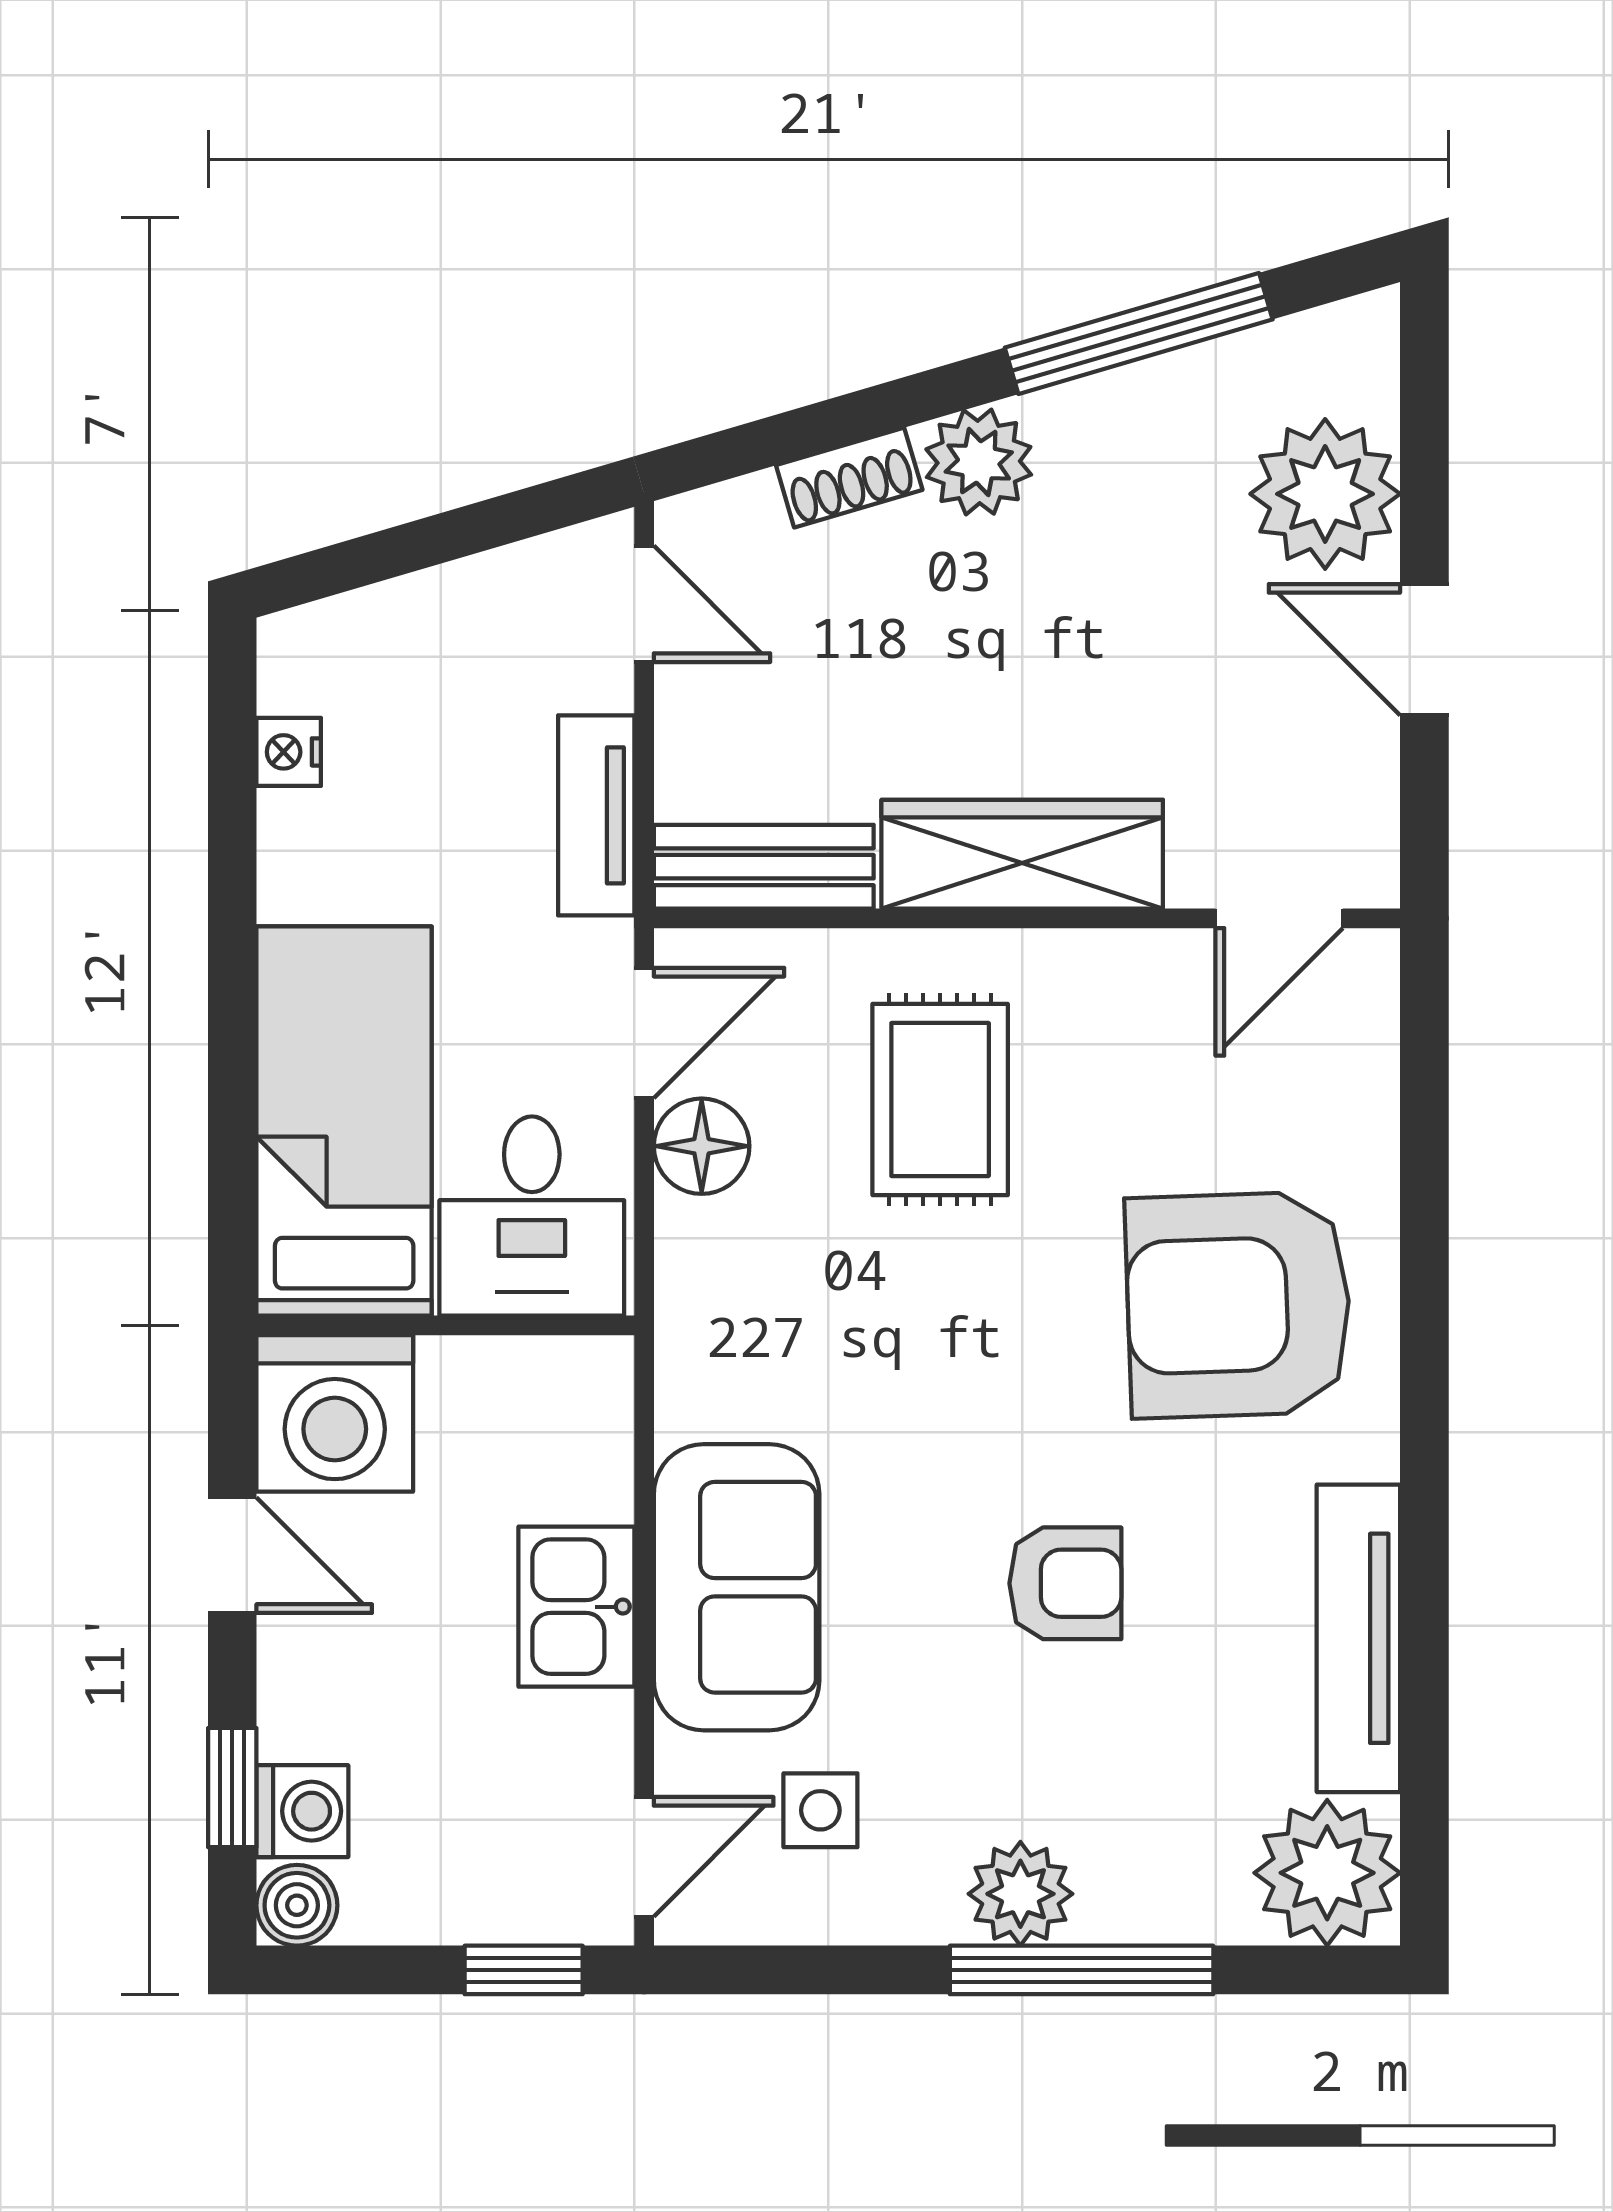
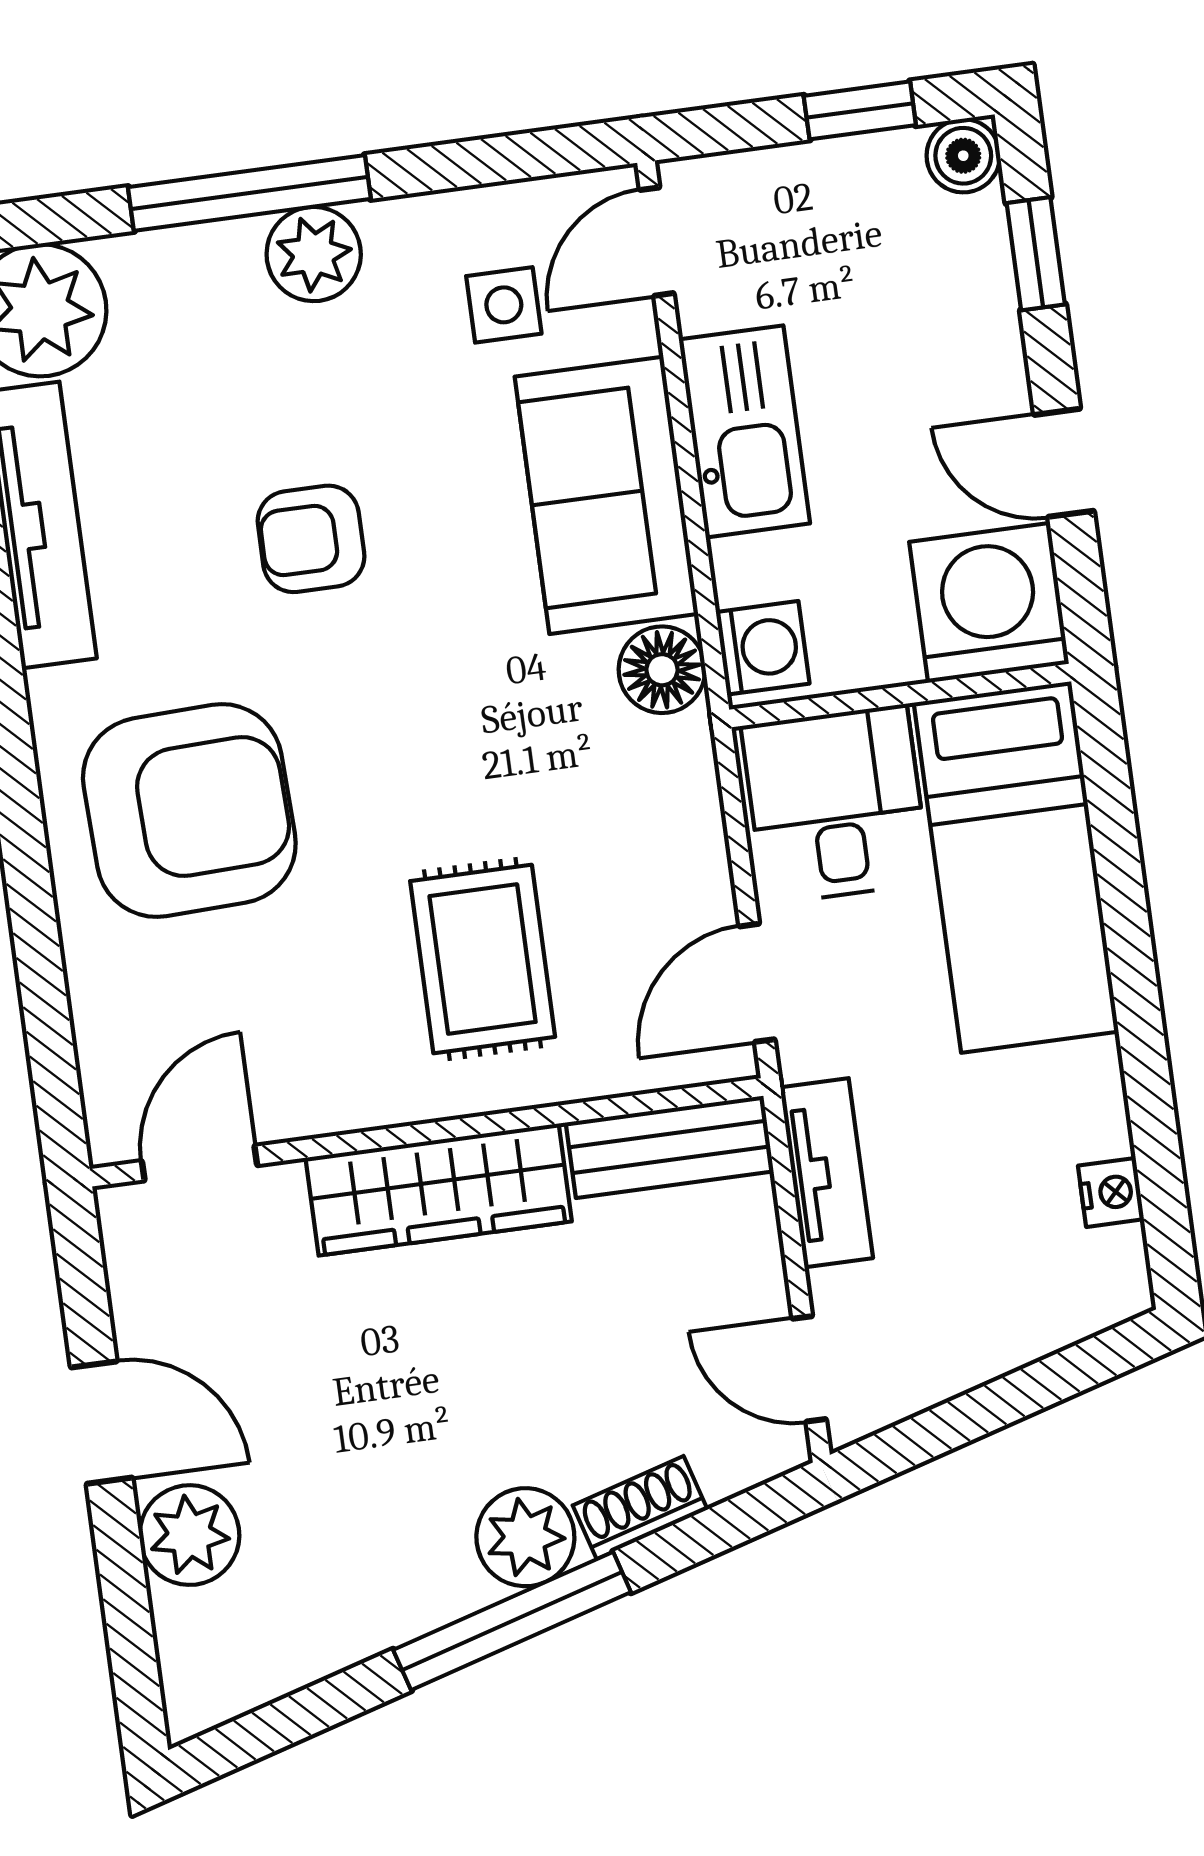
window: (1139, 333) -> (512, 1621), moved
plant: (1325, 494) -> (189, 1535), width x0.73, depth x0.73
floor lamp: (702, 1146) -> (662, 670), moved
kitchen sink: (576, 1607) -> (744, 431), width x1.38
washing machine: (302, 1811) -> (763, 648), moved, turned 180
window: (524, 1970) -> (860, 110), moved

